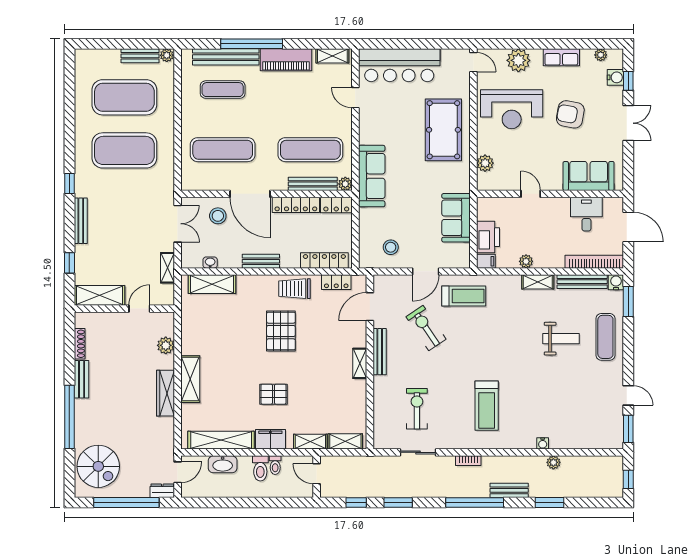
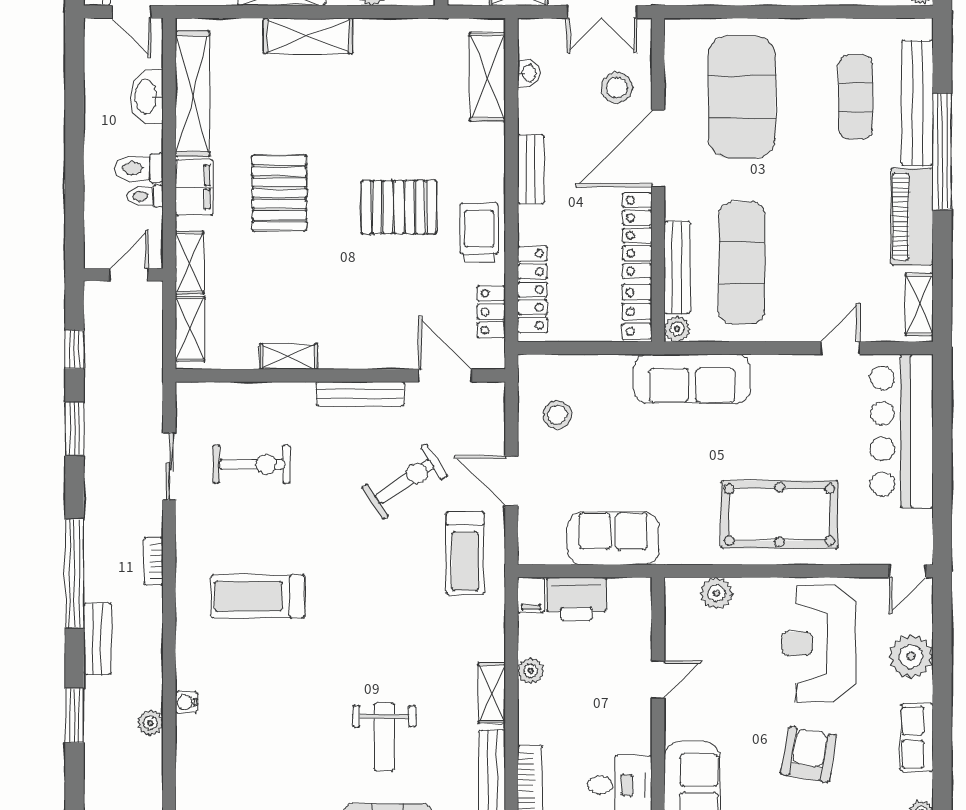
exercise mat: (223, 150) -> (742, 97), width x1.47
shelving: (360, 363) -> (289, 356), moved
pallet: (273, 394) -> (279, 193), width x1.50, depth x1.42

